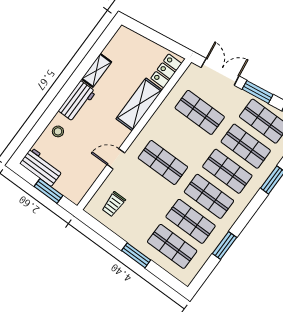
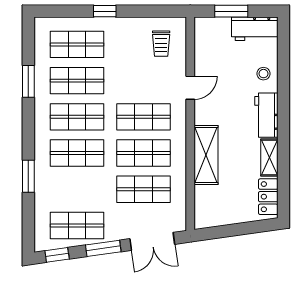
locker: (166, 71) -> (268, 197), moved, turned 180
shop shelf: (246, 146) -> (144, 153), moved
trolley: (114, 204) -> (161, 44), turned 180
window: (136, 255) -> (105, 11), width x0.67

